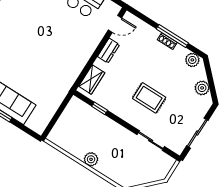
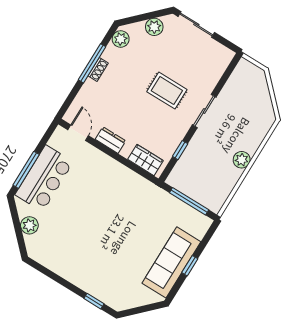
rug: (149, 98) -> (167, 91), turned 90
window: (57, 115) -> (189, 201), added
sliding door: (197, 133) -> (196, 24), moved
sliding door: (151, 141) -> (204, 111), moved

